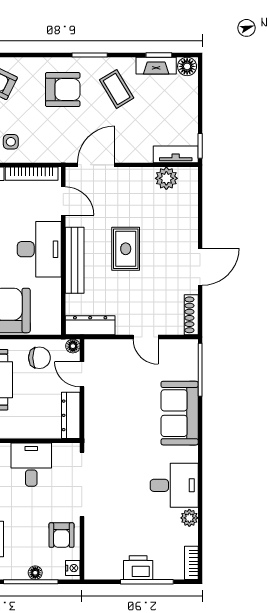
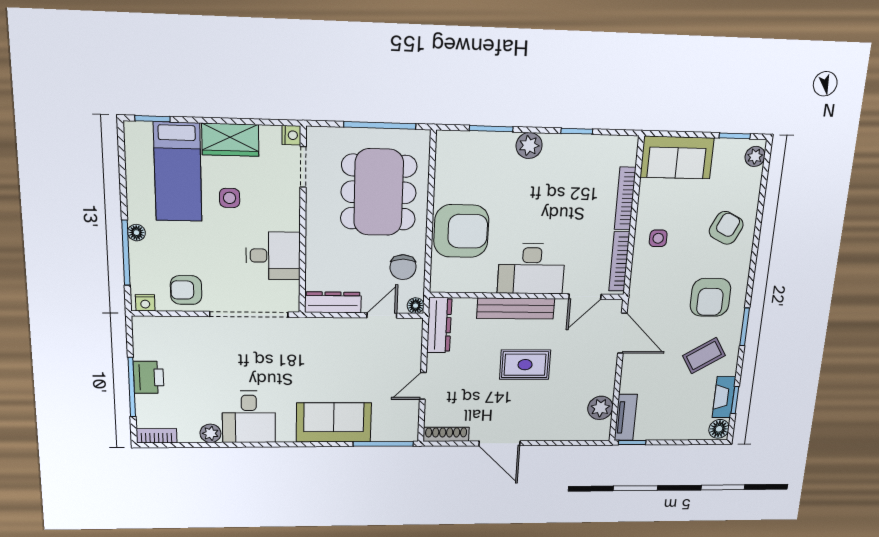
floor lamp: (35, 573) -> (136, 233), moved

